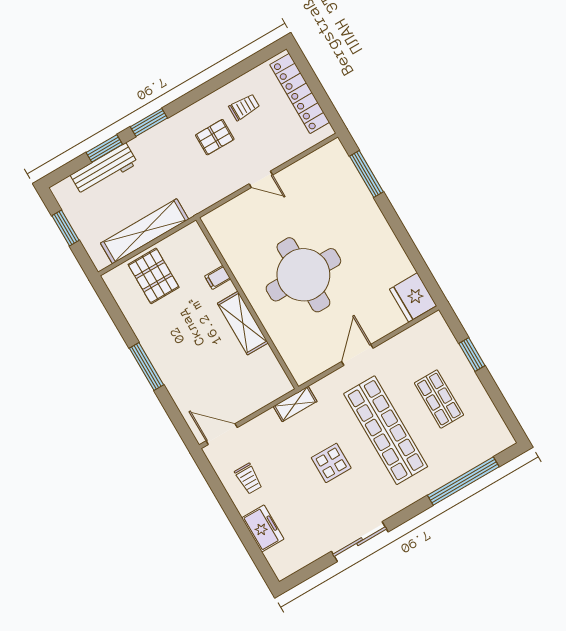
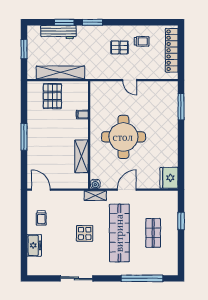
shelving: (243, 323) -> (81, 156), moved
water cooler: (302, 375) -> (95, 184), added
shelving: (295, 404) -> (95, 196), moved

